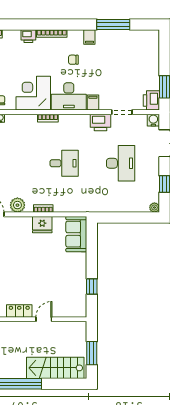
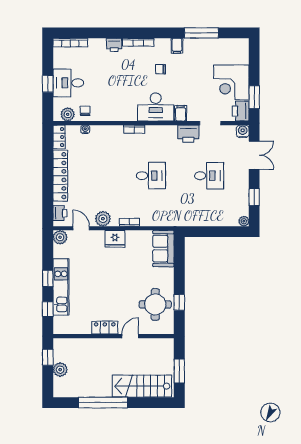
corner desk: (33, 93) -> (231, 82), moved, turned -90
desk: (121, 163) -> (209, 176), width x0.73
fridge: (42, 225) -> (115, 239), moved
round table: (68, 288) -> (155, 304), added

